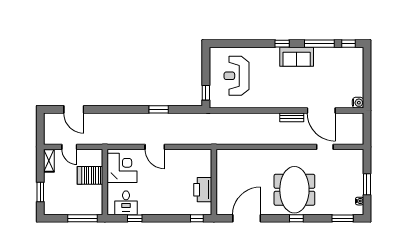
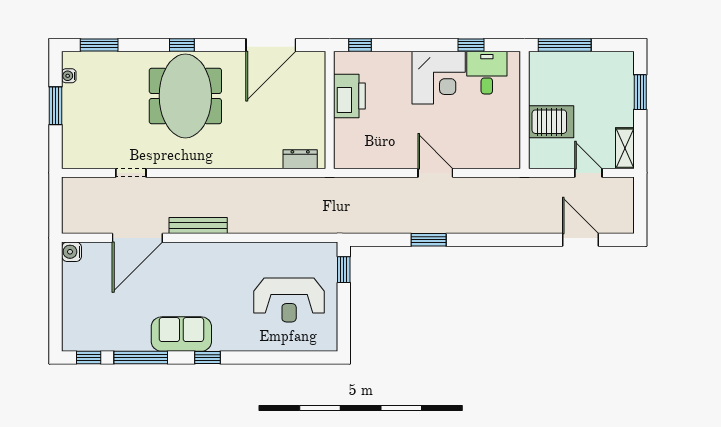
reception desk: (237, 76) -> (289, 300), turned 90
door: (321, 111) -> (137, 238), swing flipped
bench: (292, 117) -> (198, 226), width x1.36
dresser: (230, 154) -> (300, 159), added
corner desk: (122, 168) -> (439, 78), moved, turned -90

